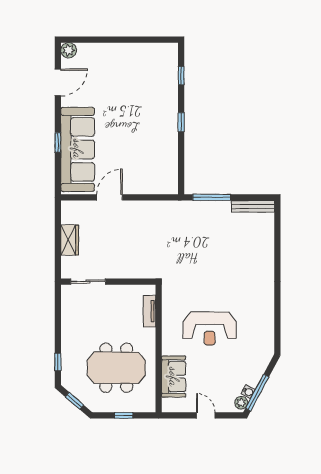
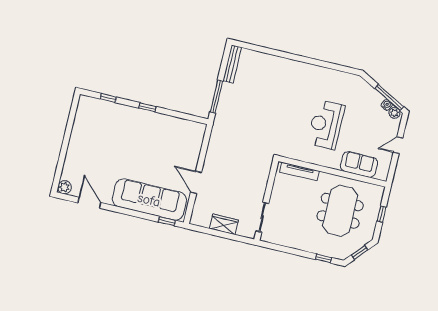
window: (58, 143) -> (167, 221), moved
tv unit: (150, 311) -> (299, 172), width x1.41
reception desk: (210, 328) -> (326, 125), turned 180

